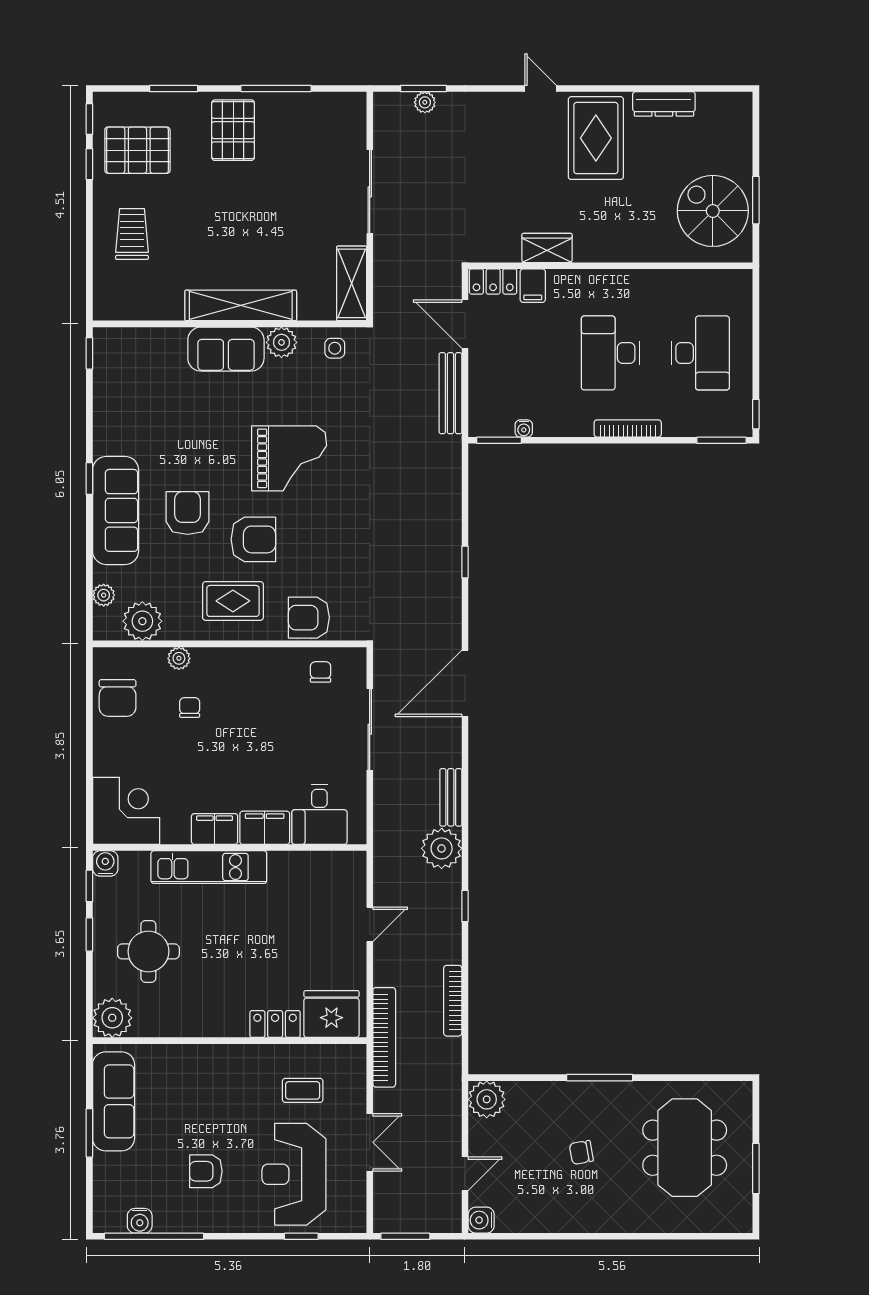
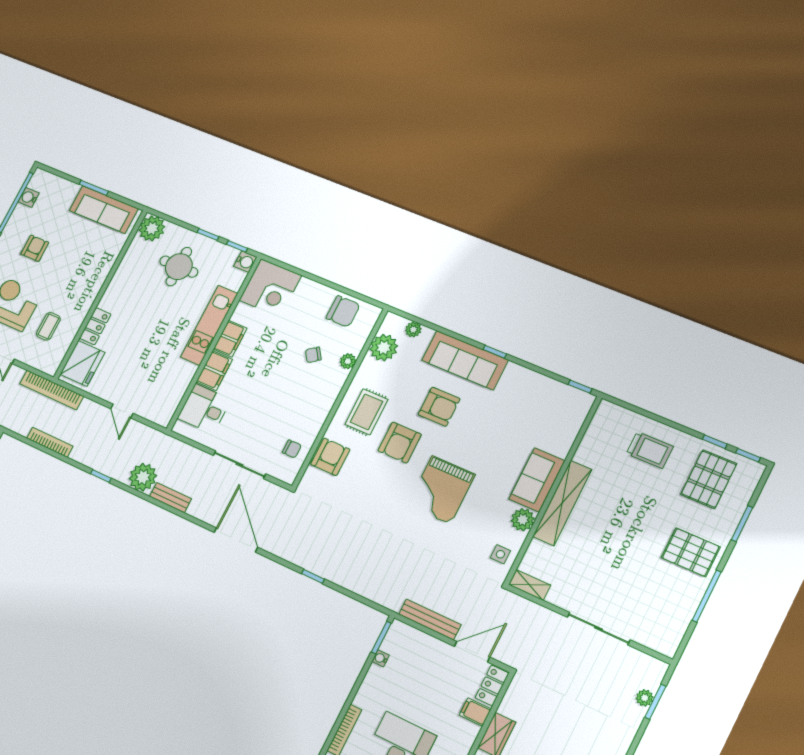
shelving: (352, 283) -> (530, 585), width x0.67, depth x0.75
chair: (118, 698) -> (343, 311), turned 180
chair: (190, 707) -> (313, 355), turned 144

